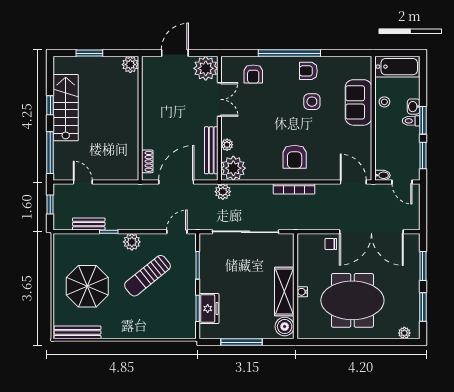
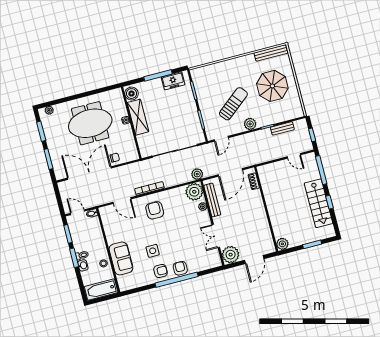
armchair: (253, 74) -> (180, 268), moved
door: (353, 182) -> (122, 201), moved
freezer: (209, 308) -> (173, 81), moved, turned -90

